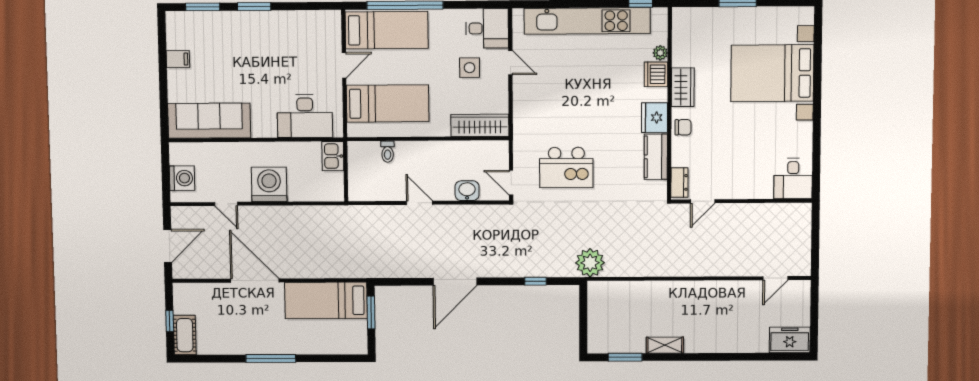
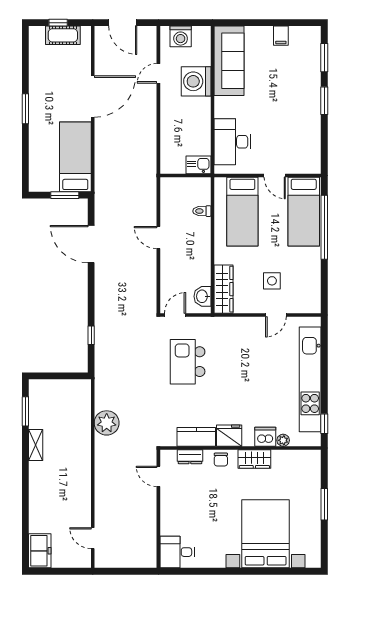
desk: (487, 28) -> (305, 296), removed
dresser: (679, 182) -> (190, 457), moved
washing machine: (269, 184) -> (196, 81), moved, turned 180
washbasin: (467, 191) -> (202, 296), moved, turned 180
door: (420, 203) -> (158, 238), swing flipped
plant: (590, 263) -> (107, 423), moved
door: (455, 282) -> (91, 244), moved
cot: (185, 335) -> (63, 35), moved
window: (271, 358) -> (25, 109), width x0.69

